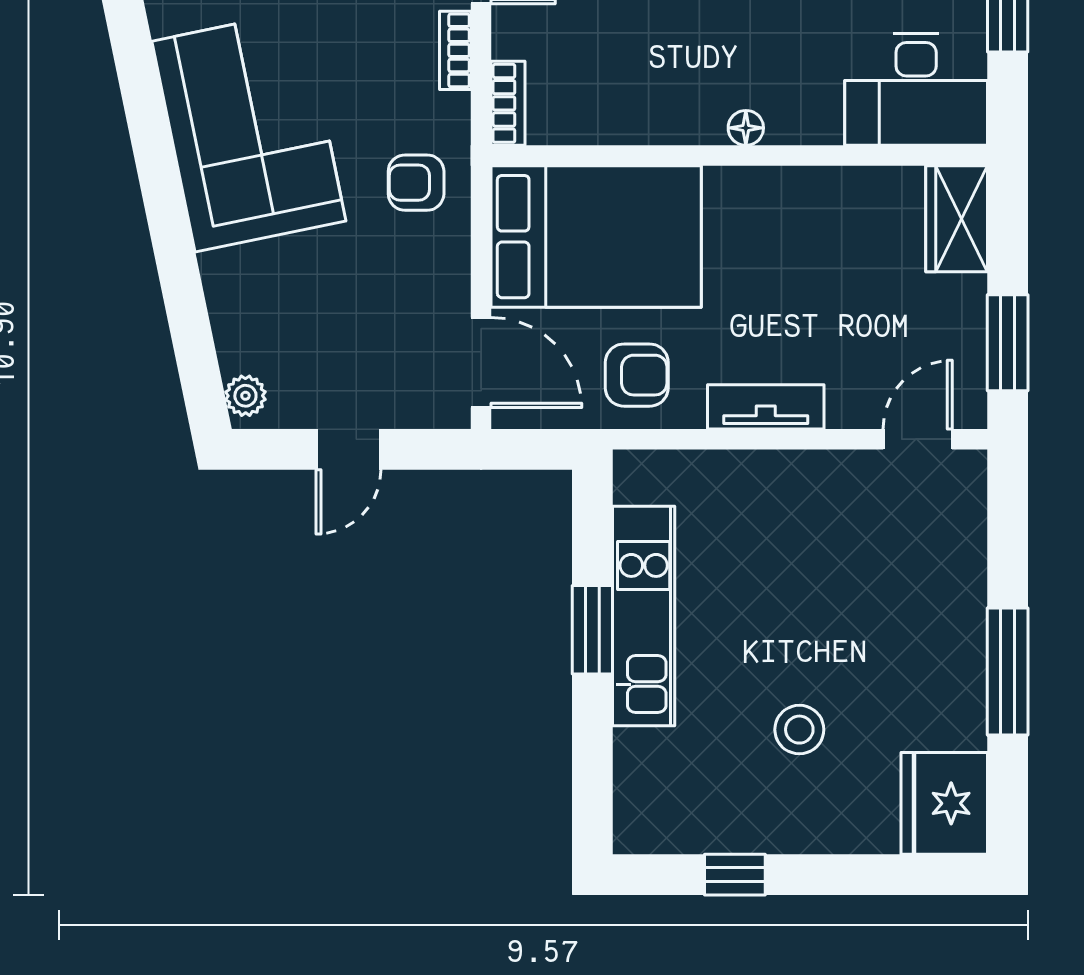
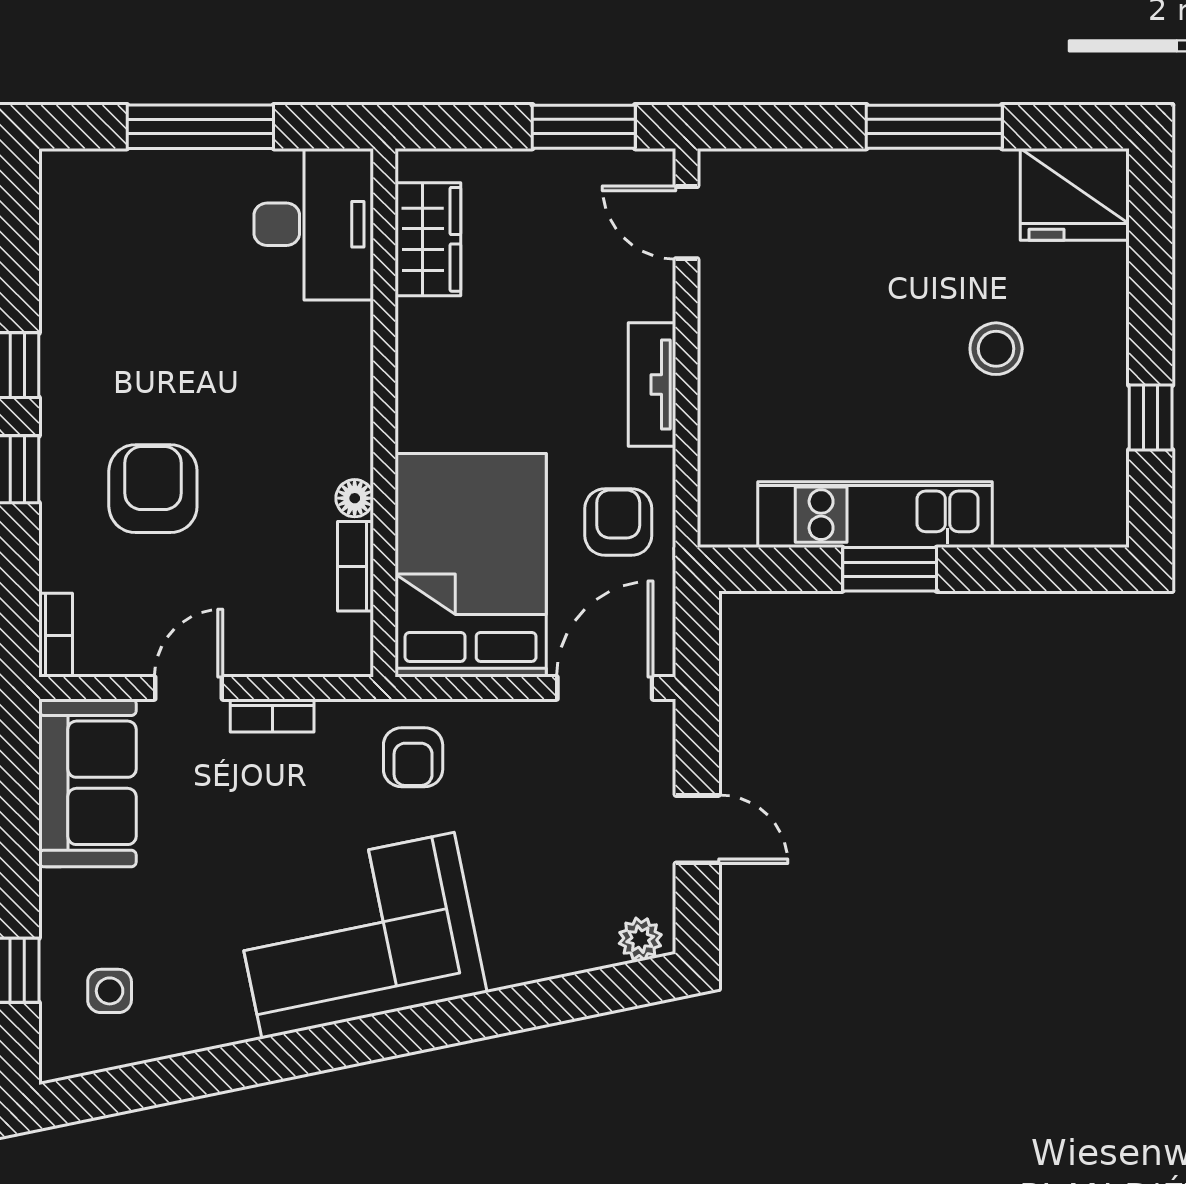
bookcase: (508, 103) -> (355, 566), moved, turned -90
floor lamp: (746, 128) -> (355, 498), moved
wardrobe: (957, 219) -> (428, 239), moved, turned -90

